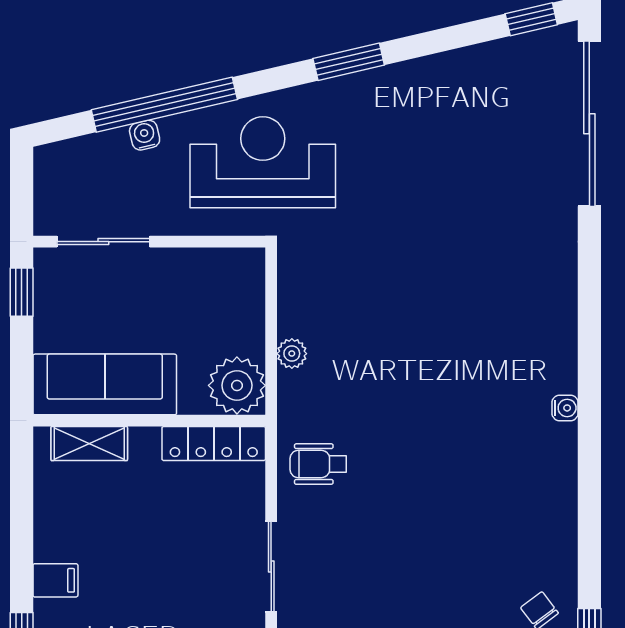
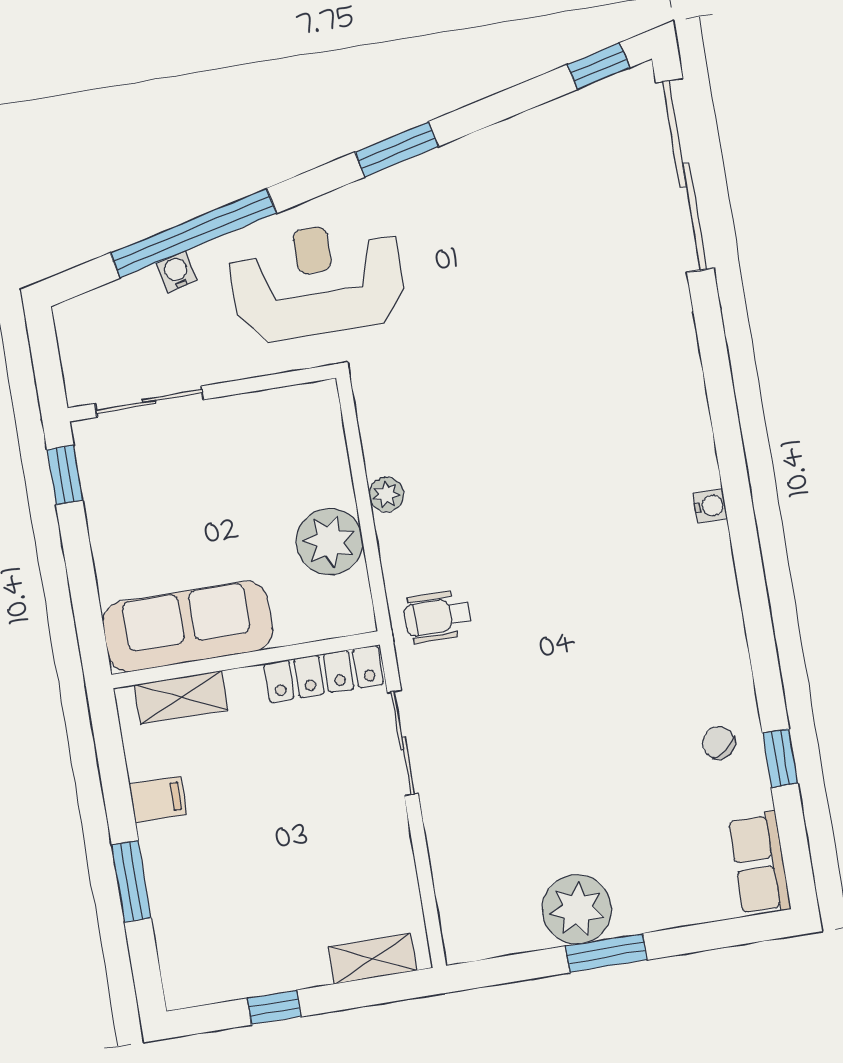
sofa: (105, 384) -> (188, 627), moved
wall: (149, 421) -> (245, 660), moved
shelving: (89, 444) -> (181, 697), moved
locker: (214, 444) -> (324, 674), moved

